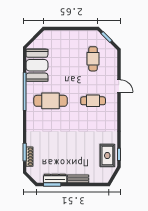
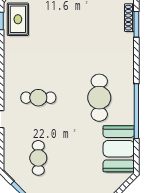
cafe table: (51, 101) -> (99, 98), turned 90

